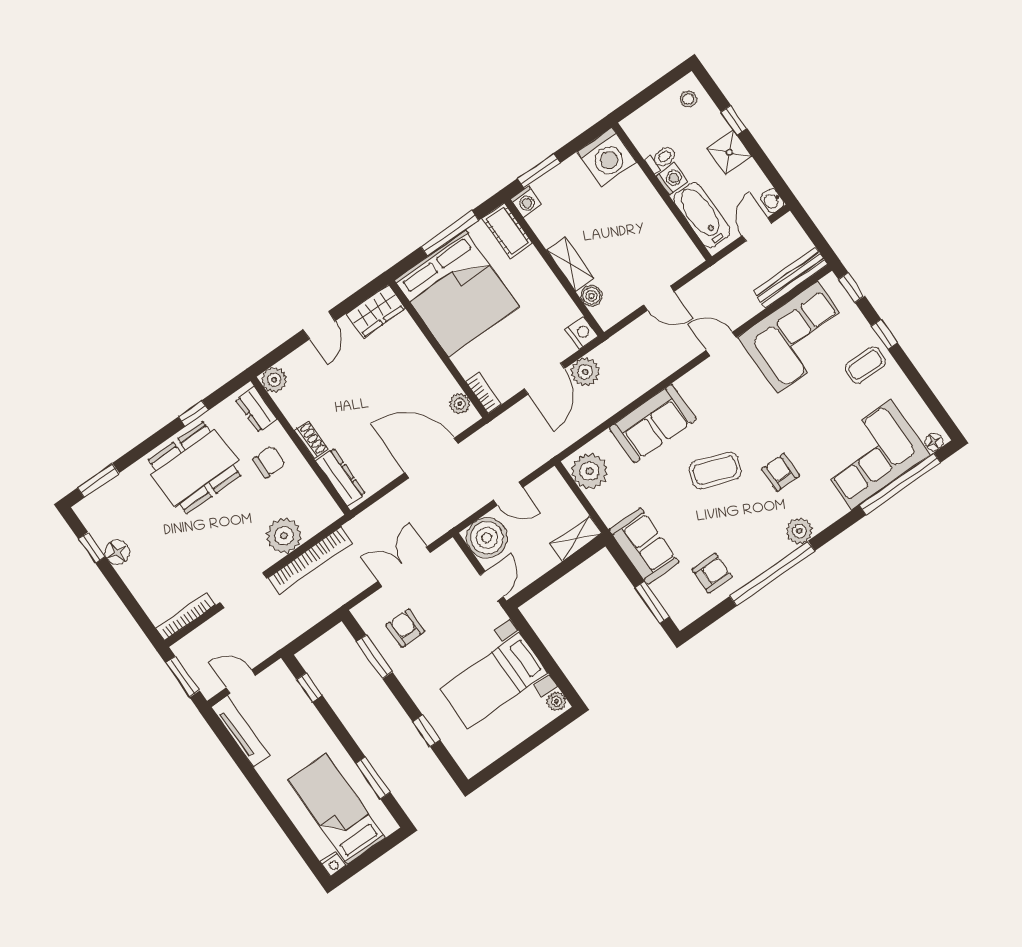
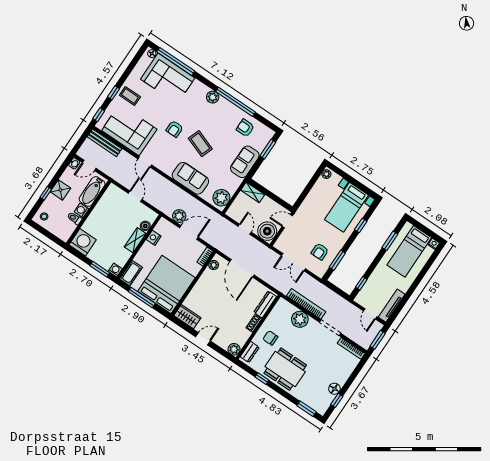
nightstand: (582, 333) -> (154, 238), moved
armchair: (780, 472) -> (175, 129), moved
bed with nightstands: (494, 681) -> (346, 207), moved, turned 90

